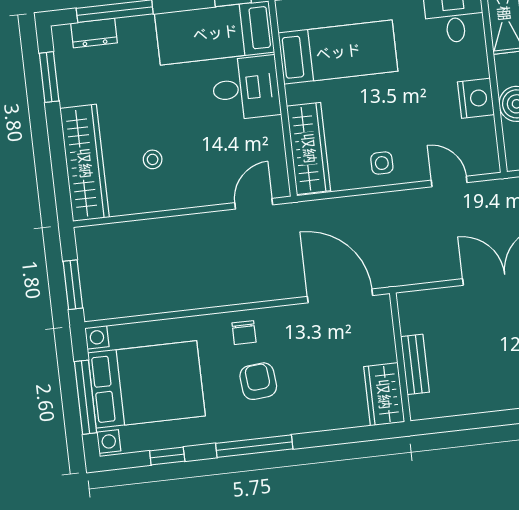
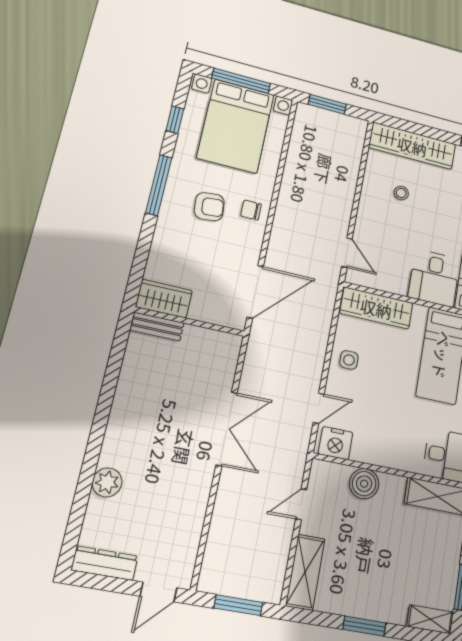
nightstand: (476, 98) -> (336, 443), moved
bench: (415, 364) -> (157, 326), moved

